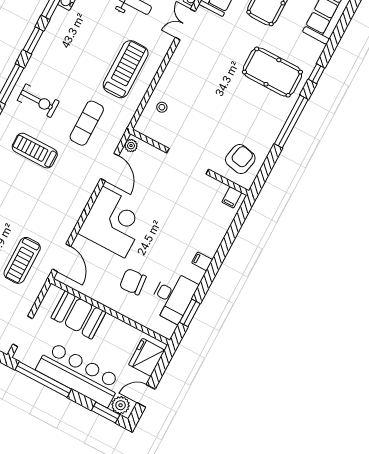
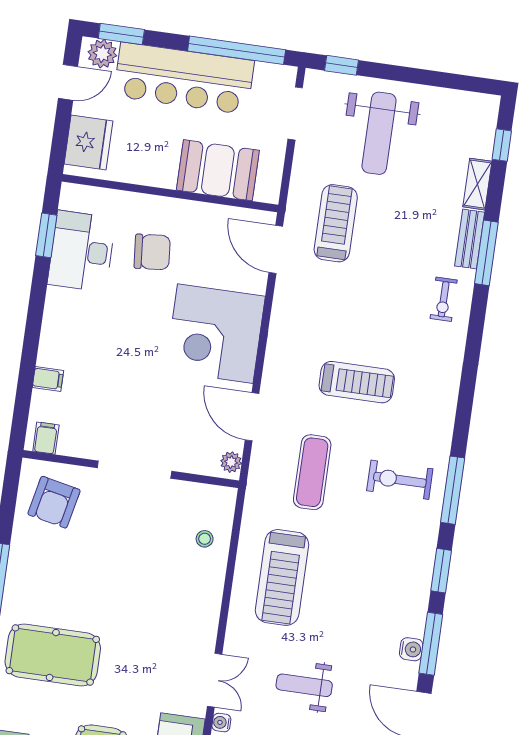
treadmill: (35, 151) -> (357, 382), moved
filing cabinet: (202, 261) -> (48, 379), moved

